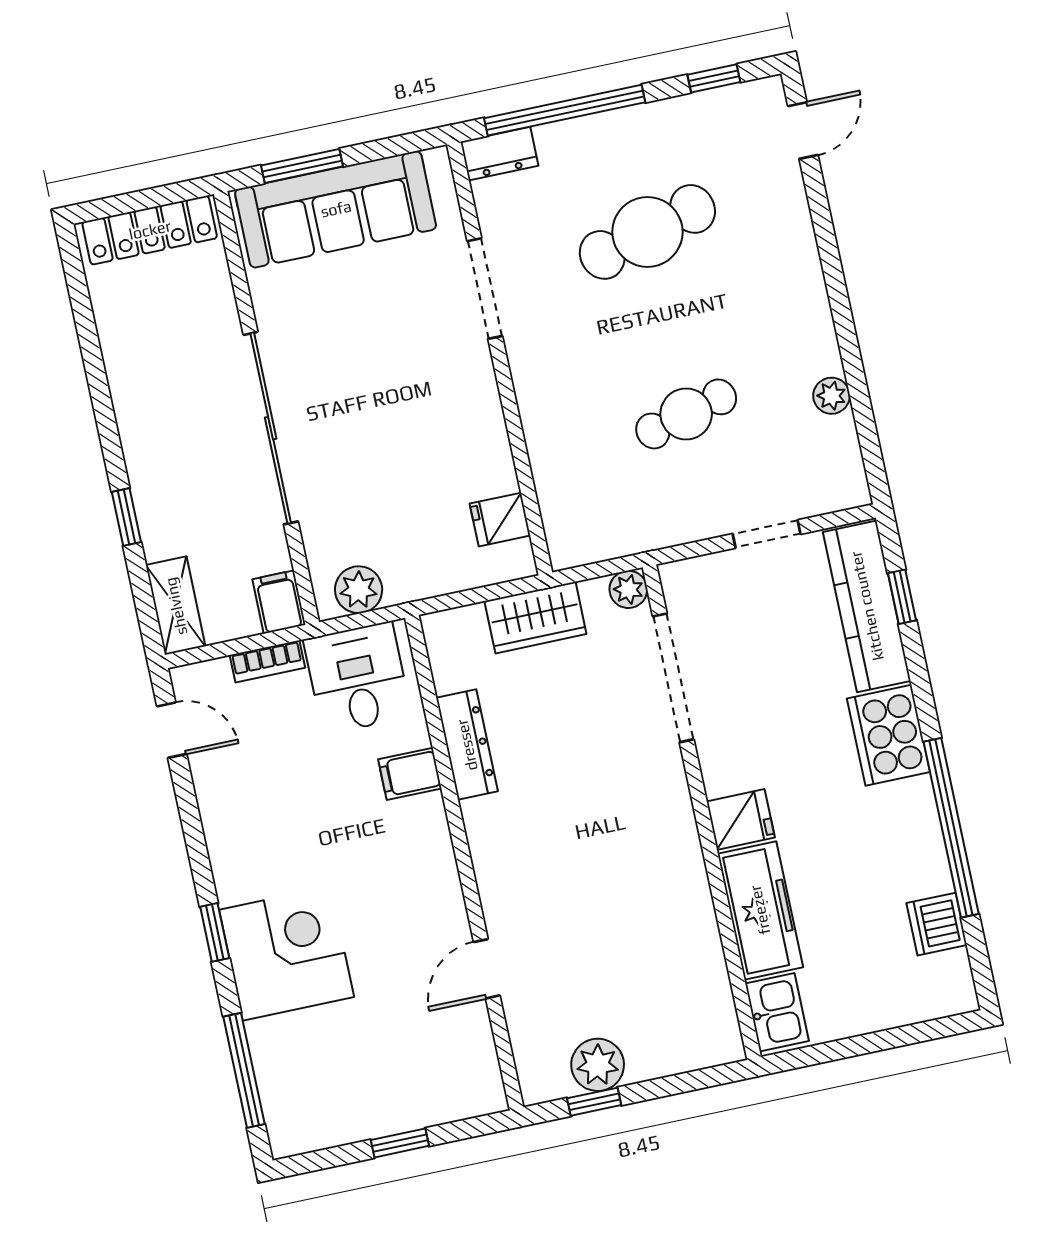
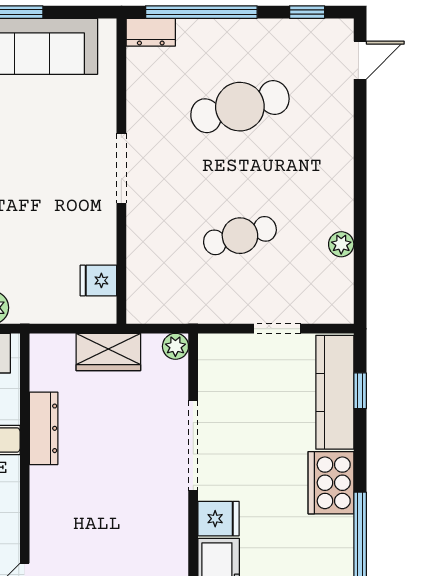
doorway: (485, 288) -> (121, 168), moved
doorway: (673, 678) -> (193, 445), moved

